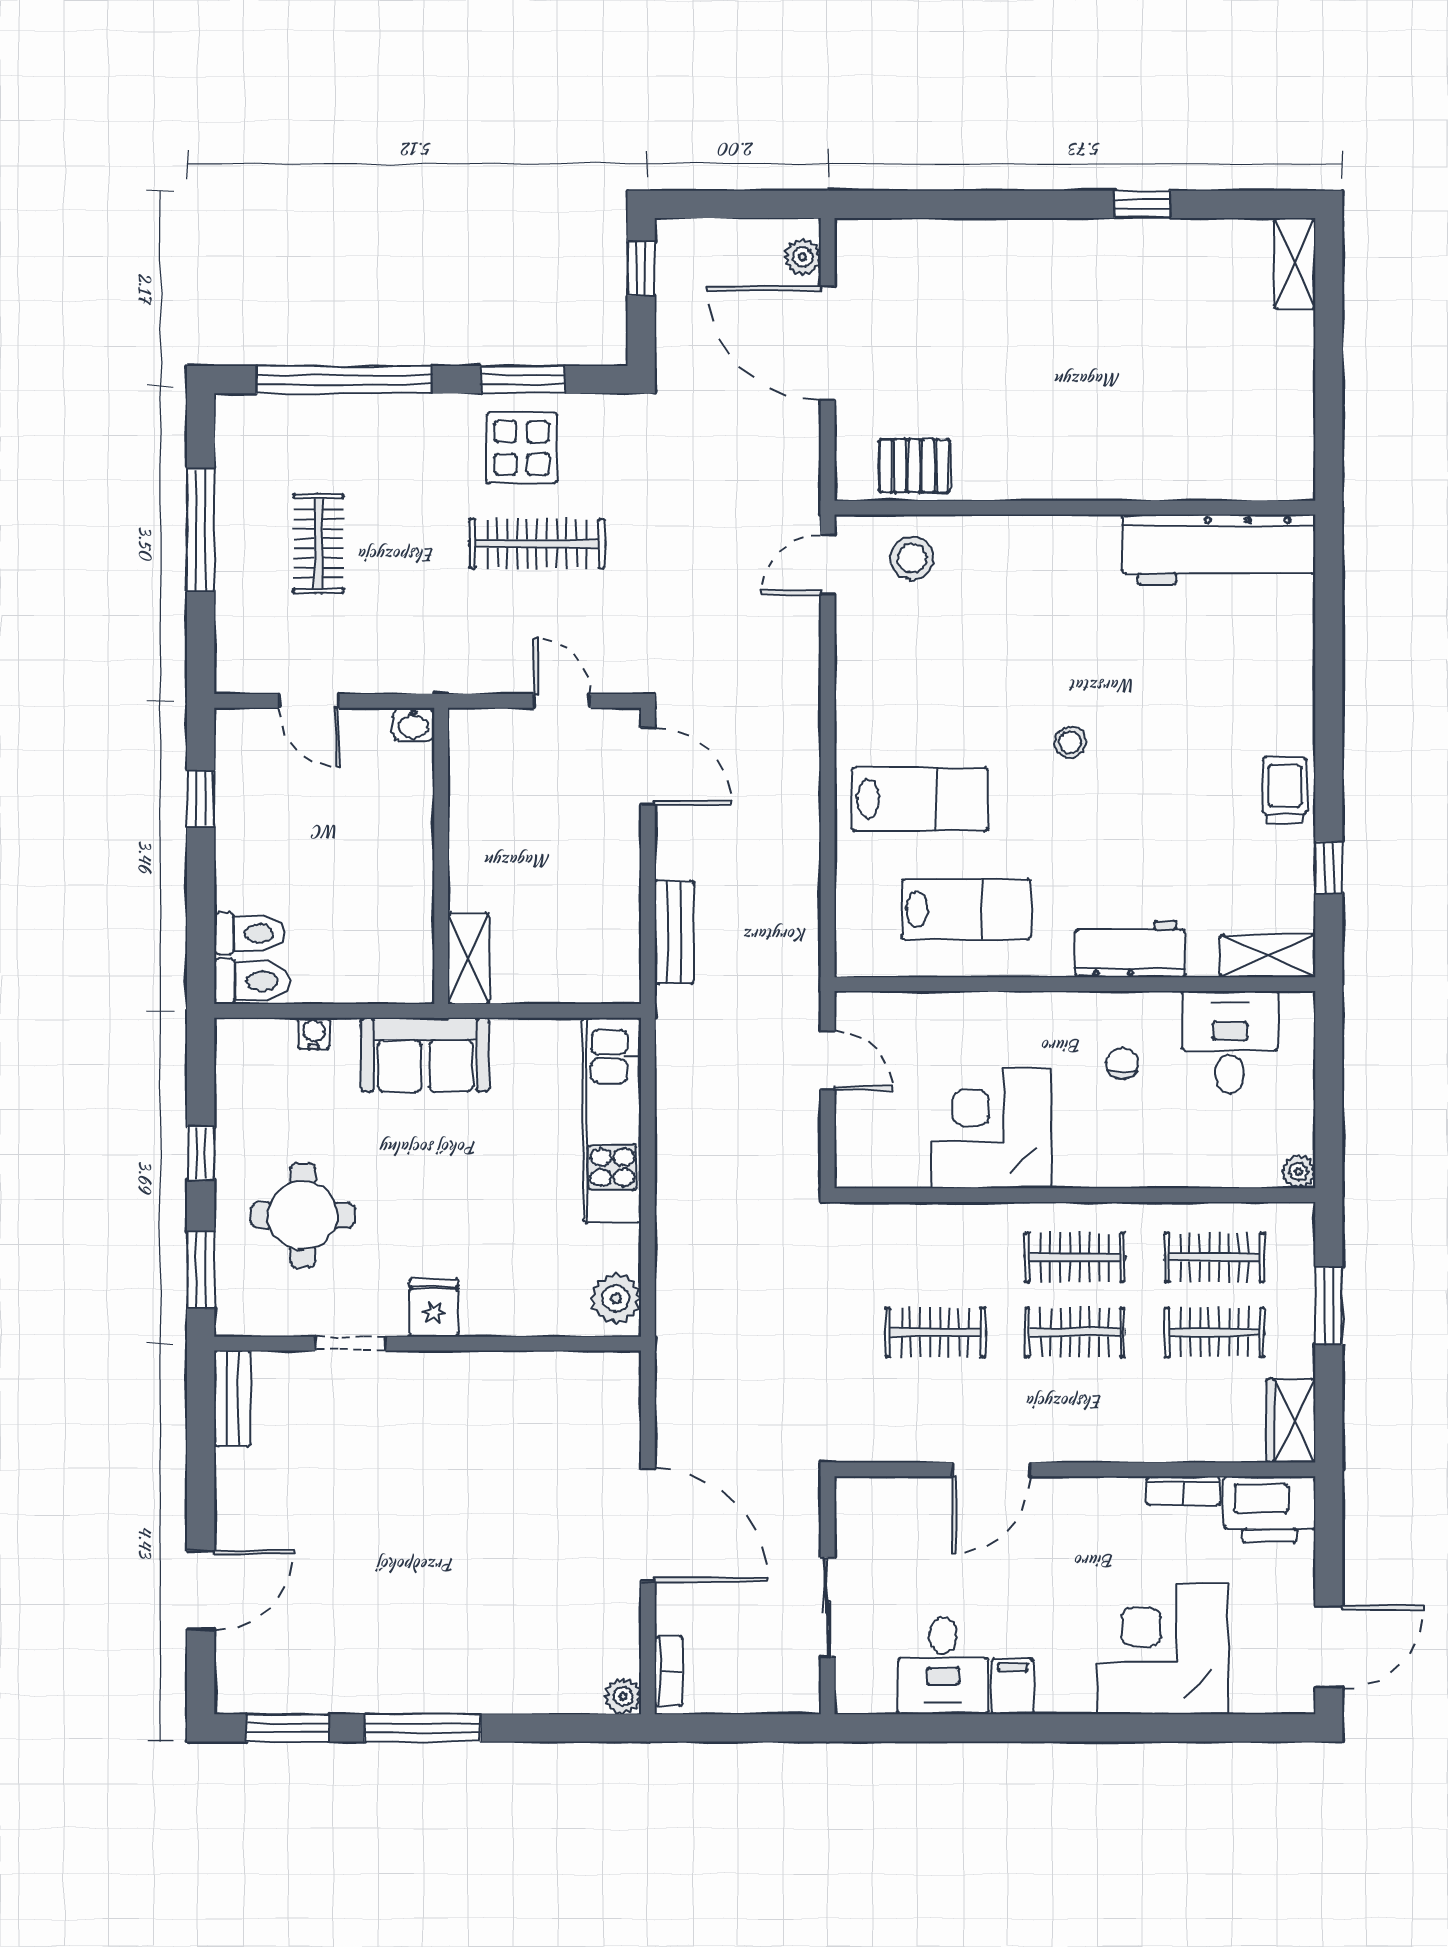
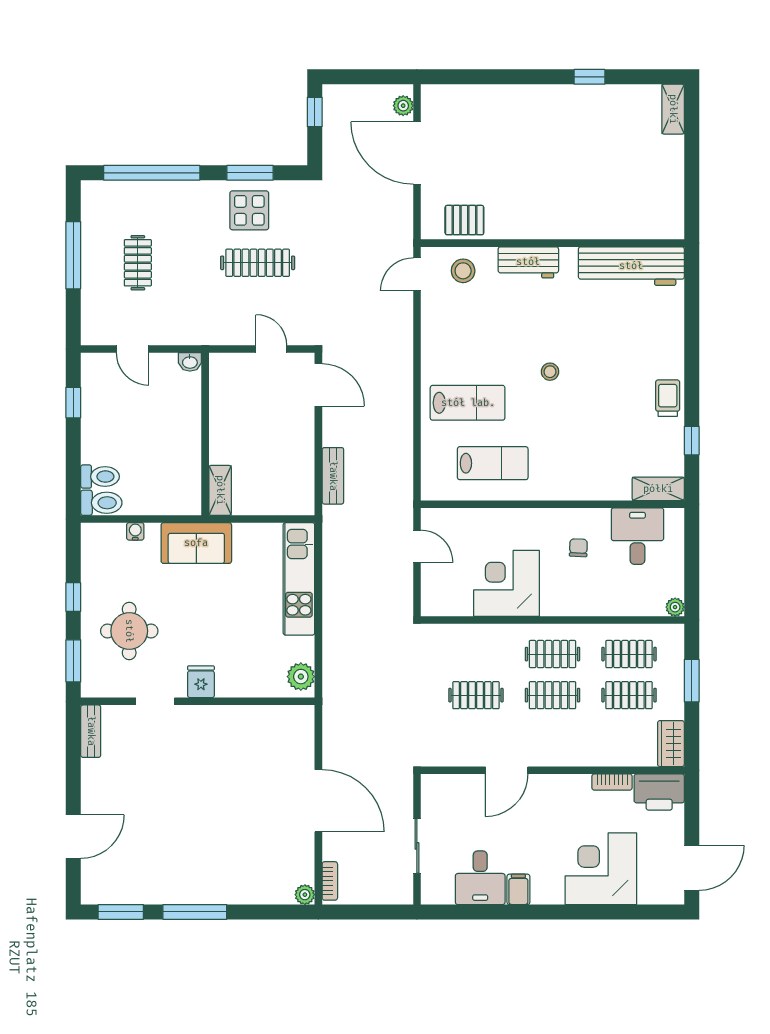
workbench: (1130, 949) -> (528, 262), moved, turned 180

